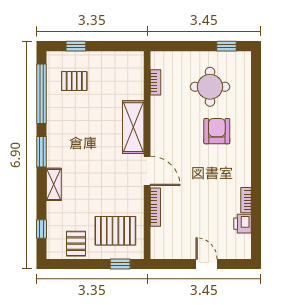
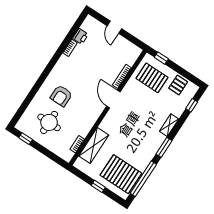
window: (76, 46) -> (98, 186), moved
pallet: (74, 81) -> (121, 174), width x2.05, depth x2.00
shelving: (133, 127) -> (94, 146), moved

